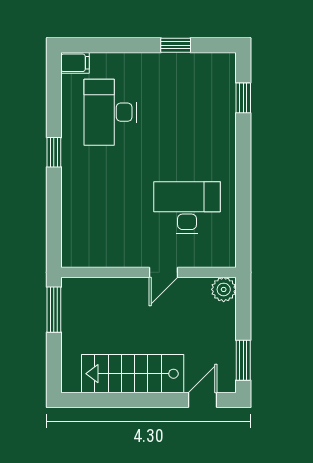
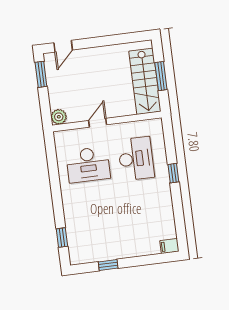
desk: (110, 112) -> (136, 159), moved
window: (54, 152) -> (173, 173), moved
window: (54, 310) -> (161, 76), moved
stairs: (133, 374) -> (145, 81), moved, turned 90

